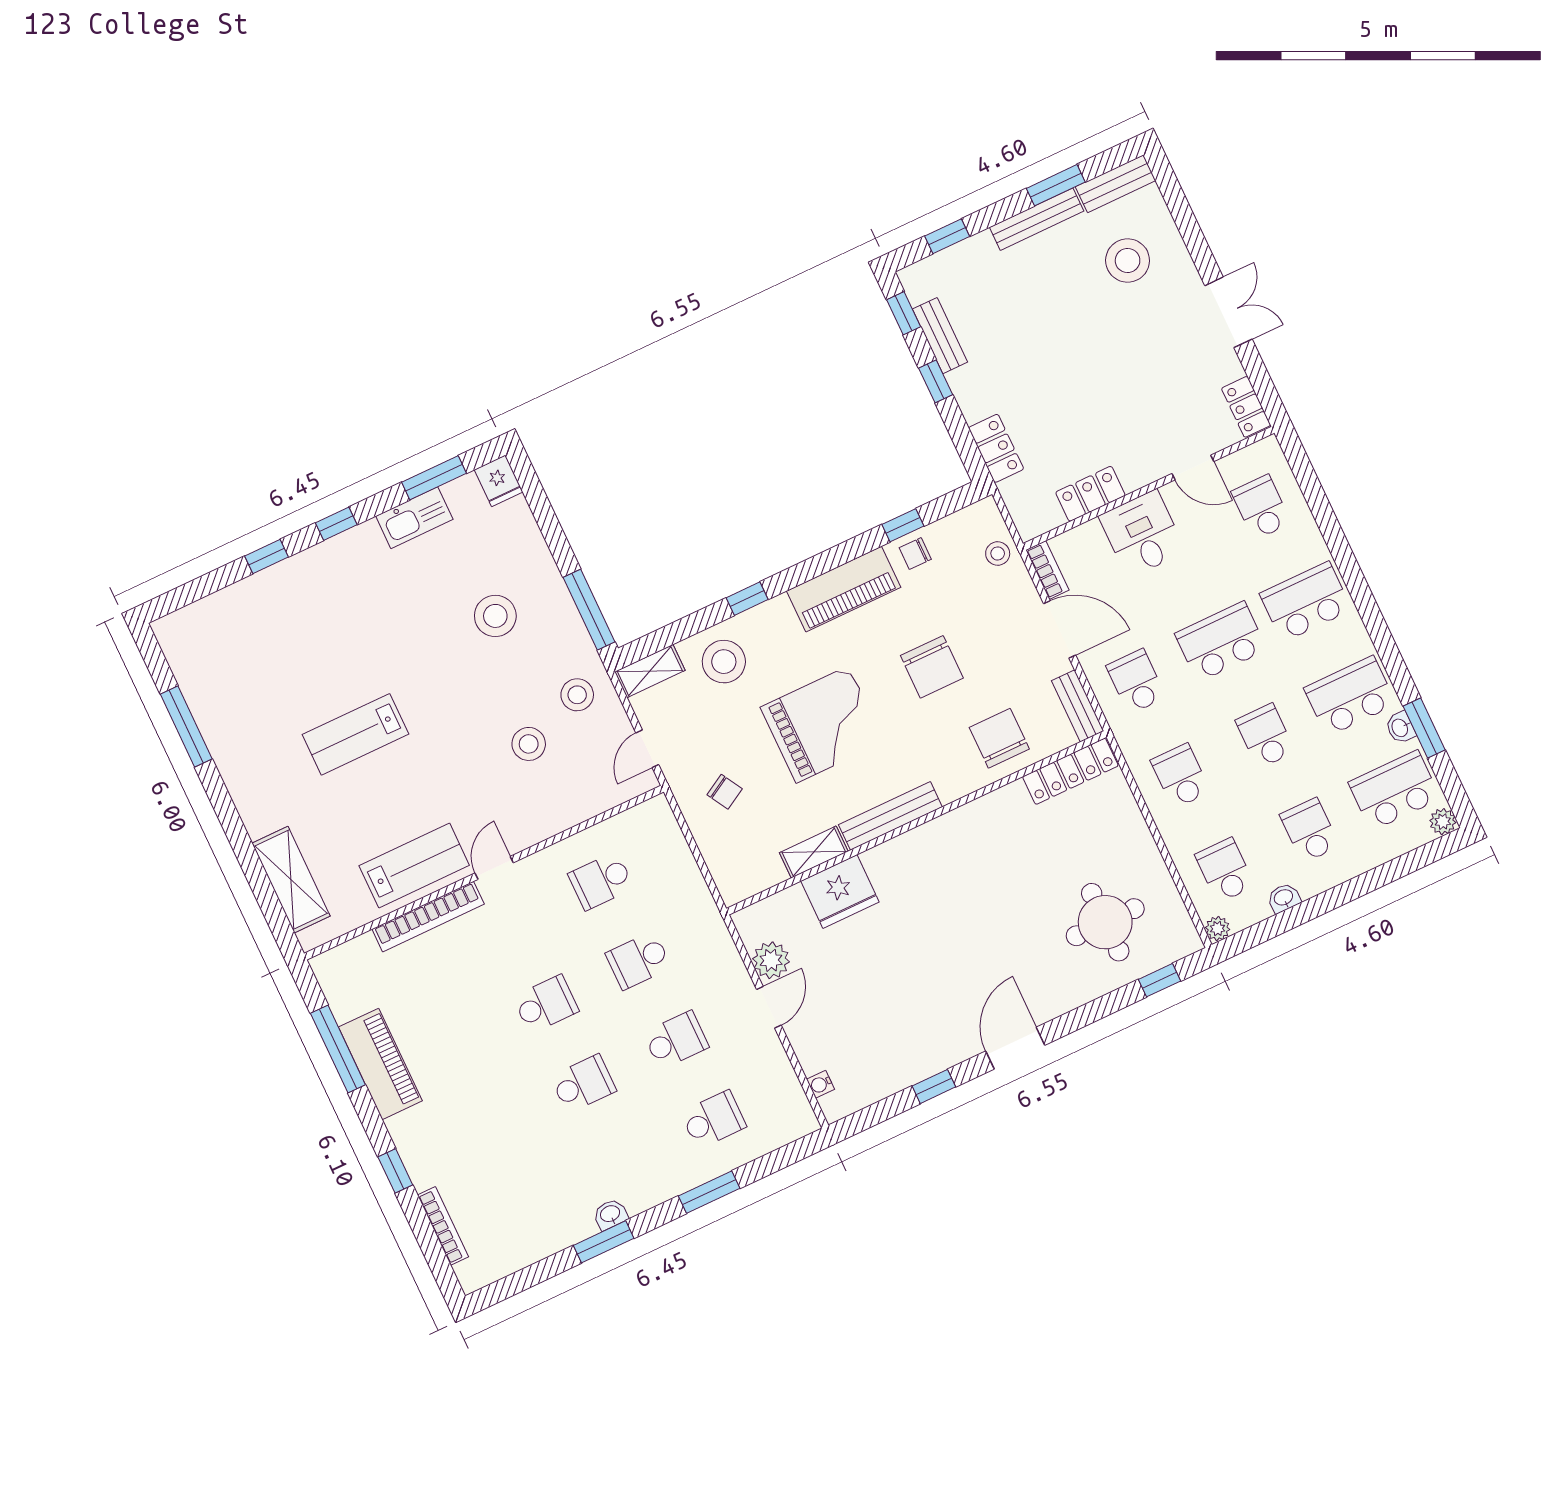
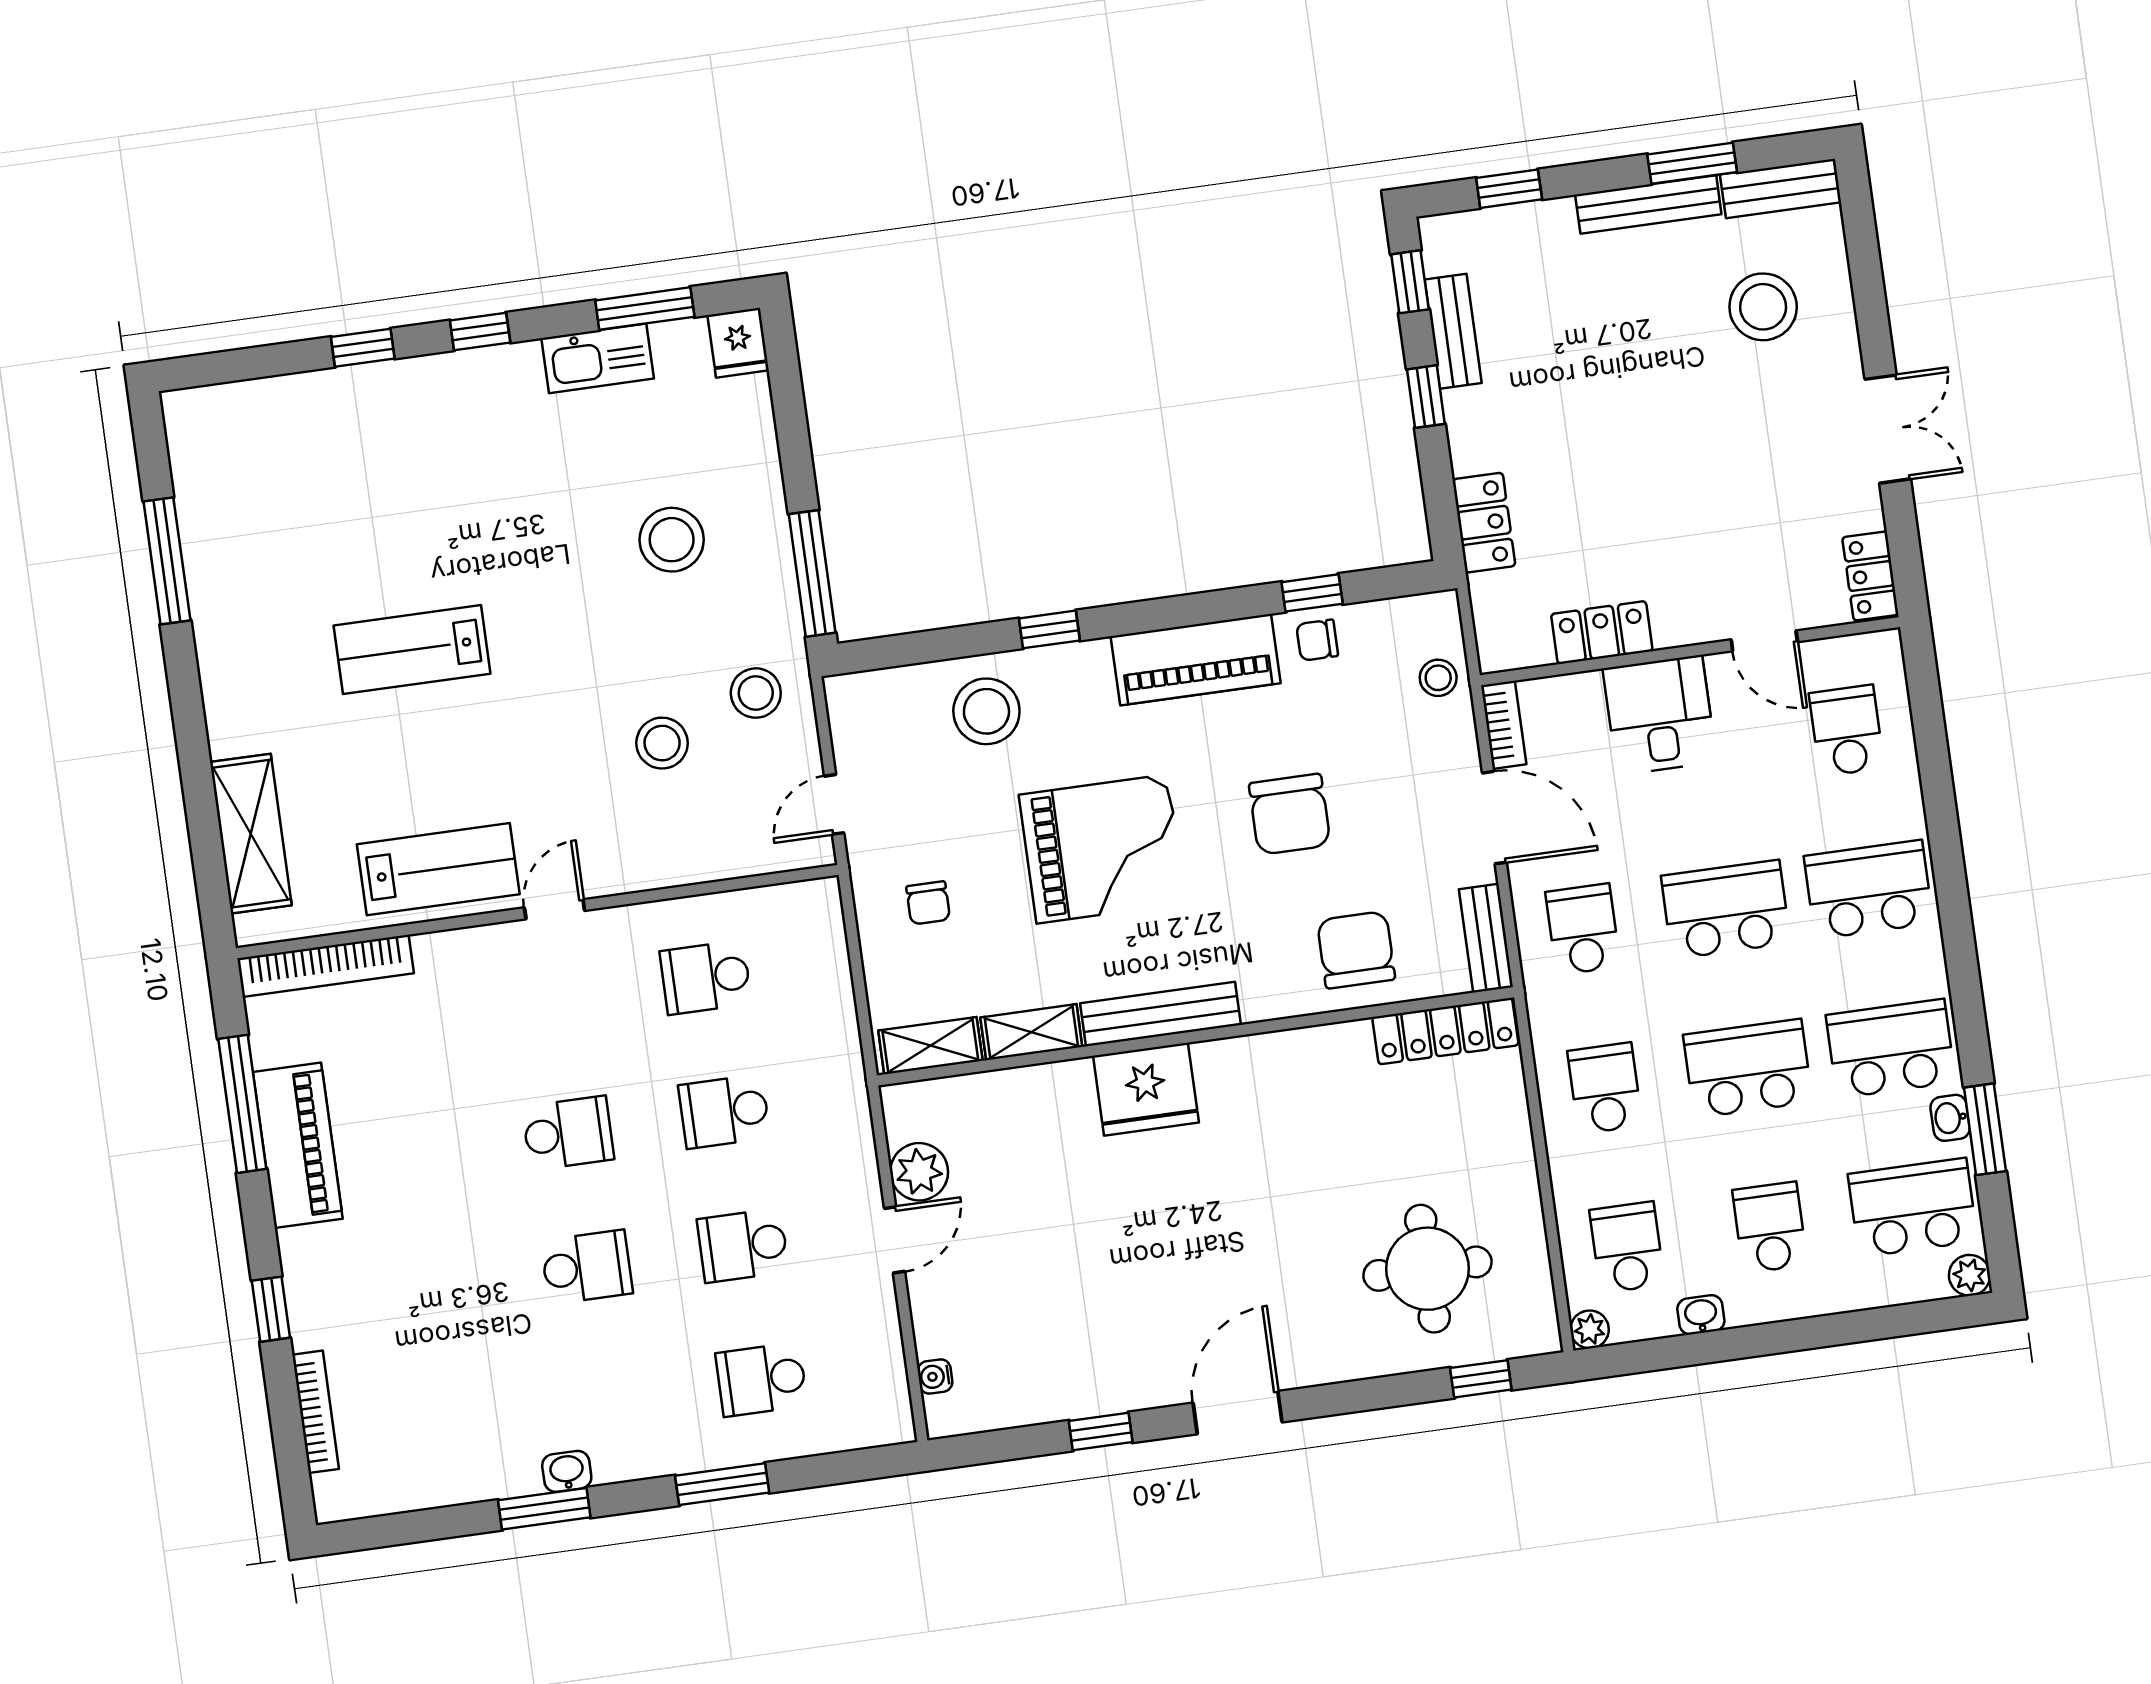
shelving: (650, 671) -> (930, 1046), moved
school desk: (1265, 736) -> (1748, 1068), width x1.85
chair: (725, 792) -> (928, 903), turned 30
fridge: (840, 892) -> (1146, 1089), moved
bookcase: (428, 917) -> (326, 966), moved
school desk: (676, 1040) -> (743, 1245), turned 180
school desk: (713, 1120) -> (761, 1379), turned 180

